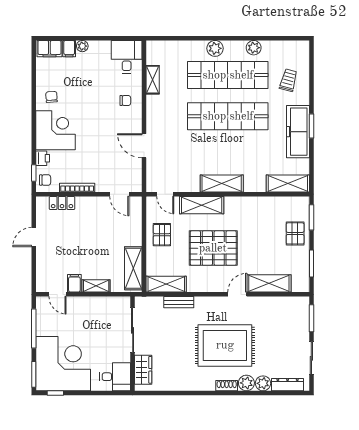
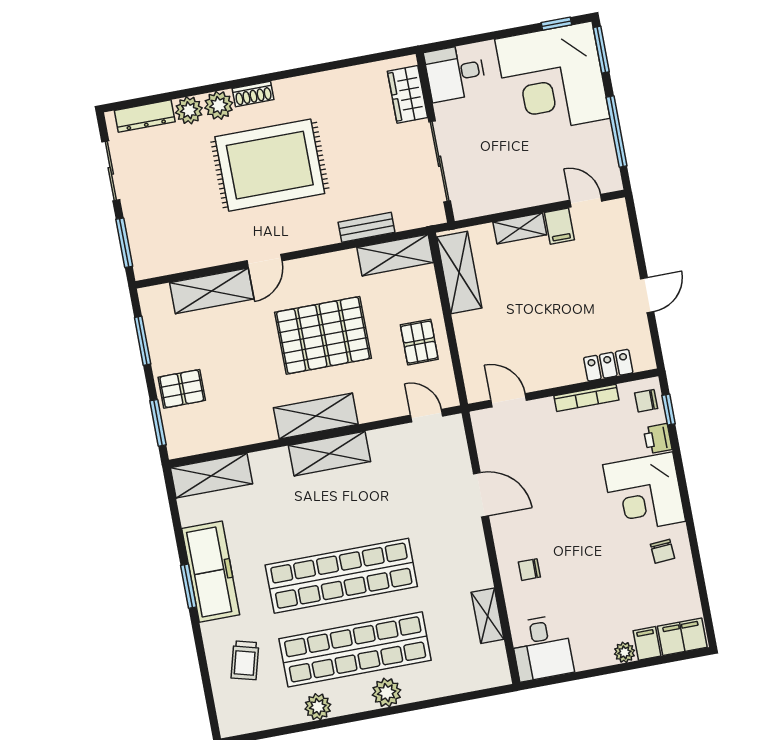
shelving: (202, 205) -> (316, 416), moved
pallet: (295, 233) -> (182, 389), turned 90

